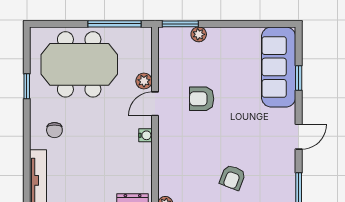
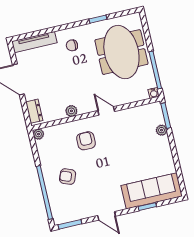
plant: (144, 81) -> (71, 111), moved
armchair: (202, 99) -> (86, 141), moved
water cooler: (145, 135) -> (154, 93), moved

